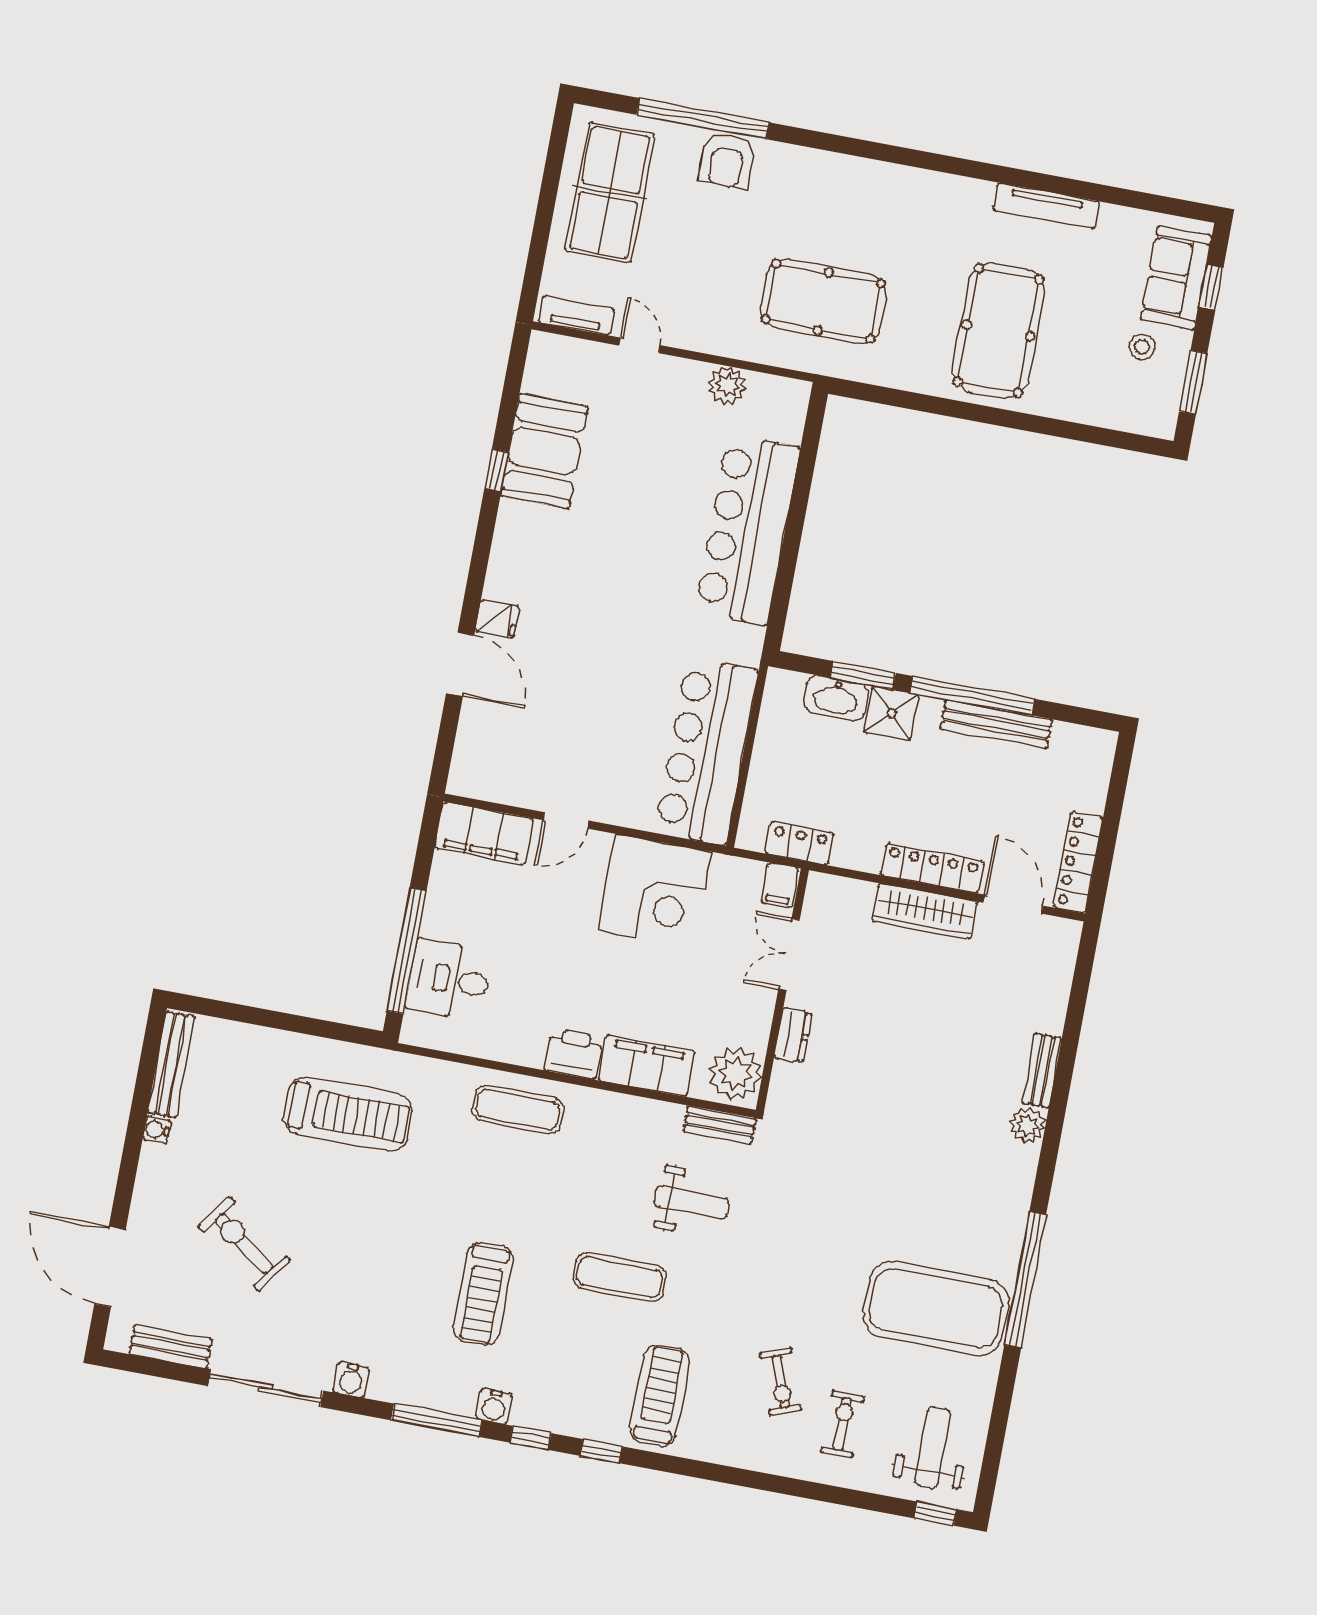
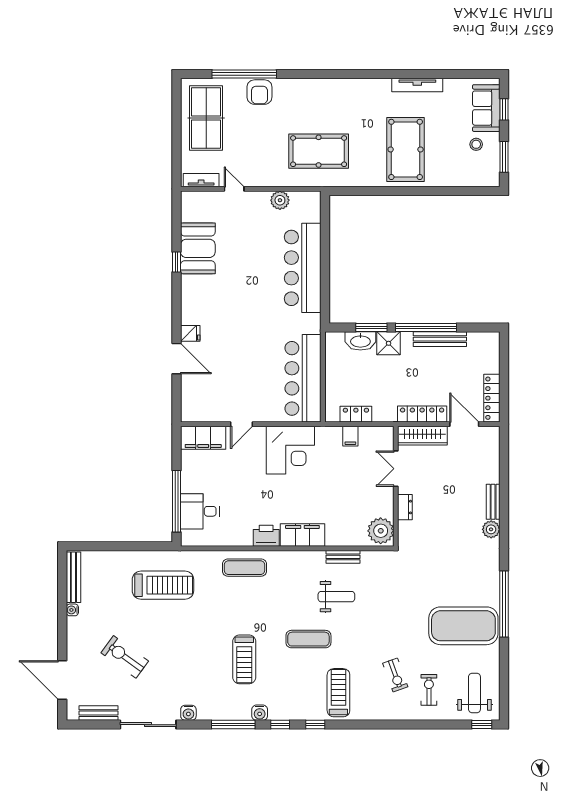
double door: (789, 955) -> (396, 469), moved
wall: (782, 990) -> (396, 486), moved
dresser: (793, 1035) -> (405, 507), moved
plant: (735, 1074) -> (381, 531), moved

